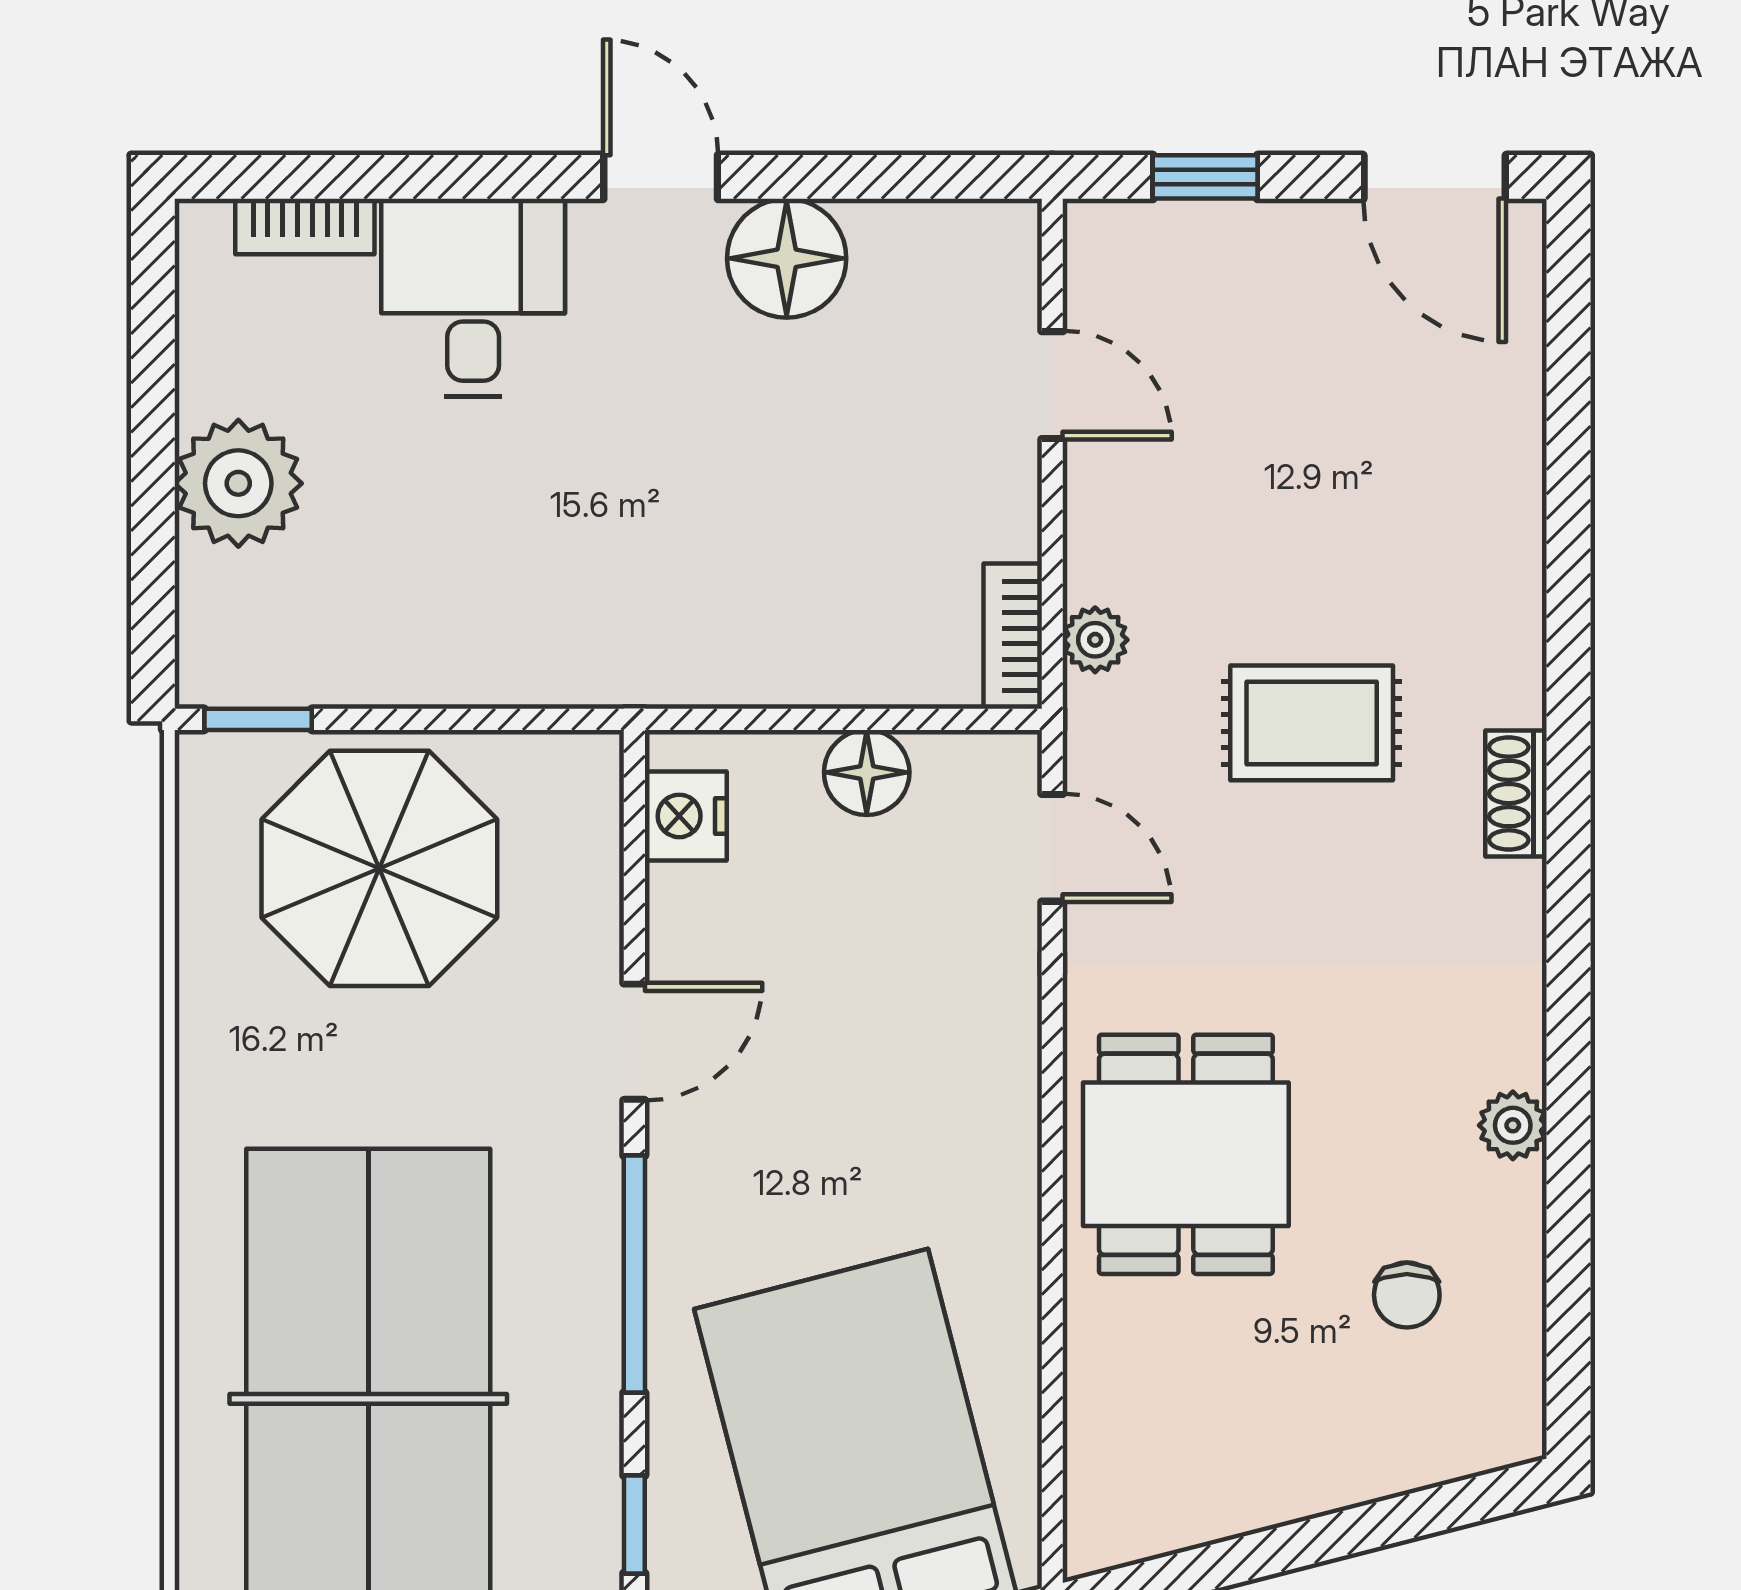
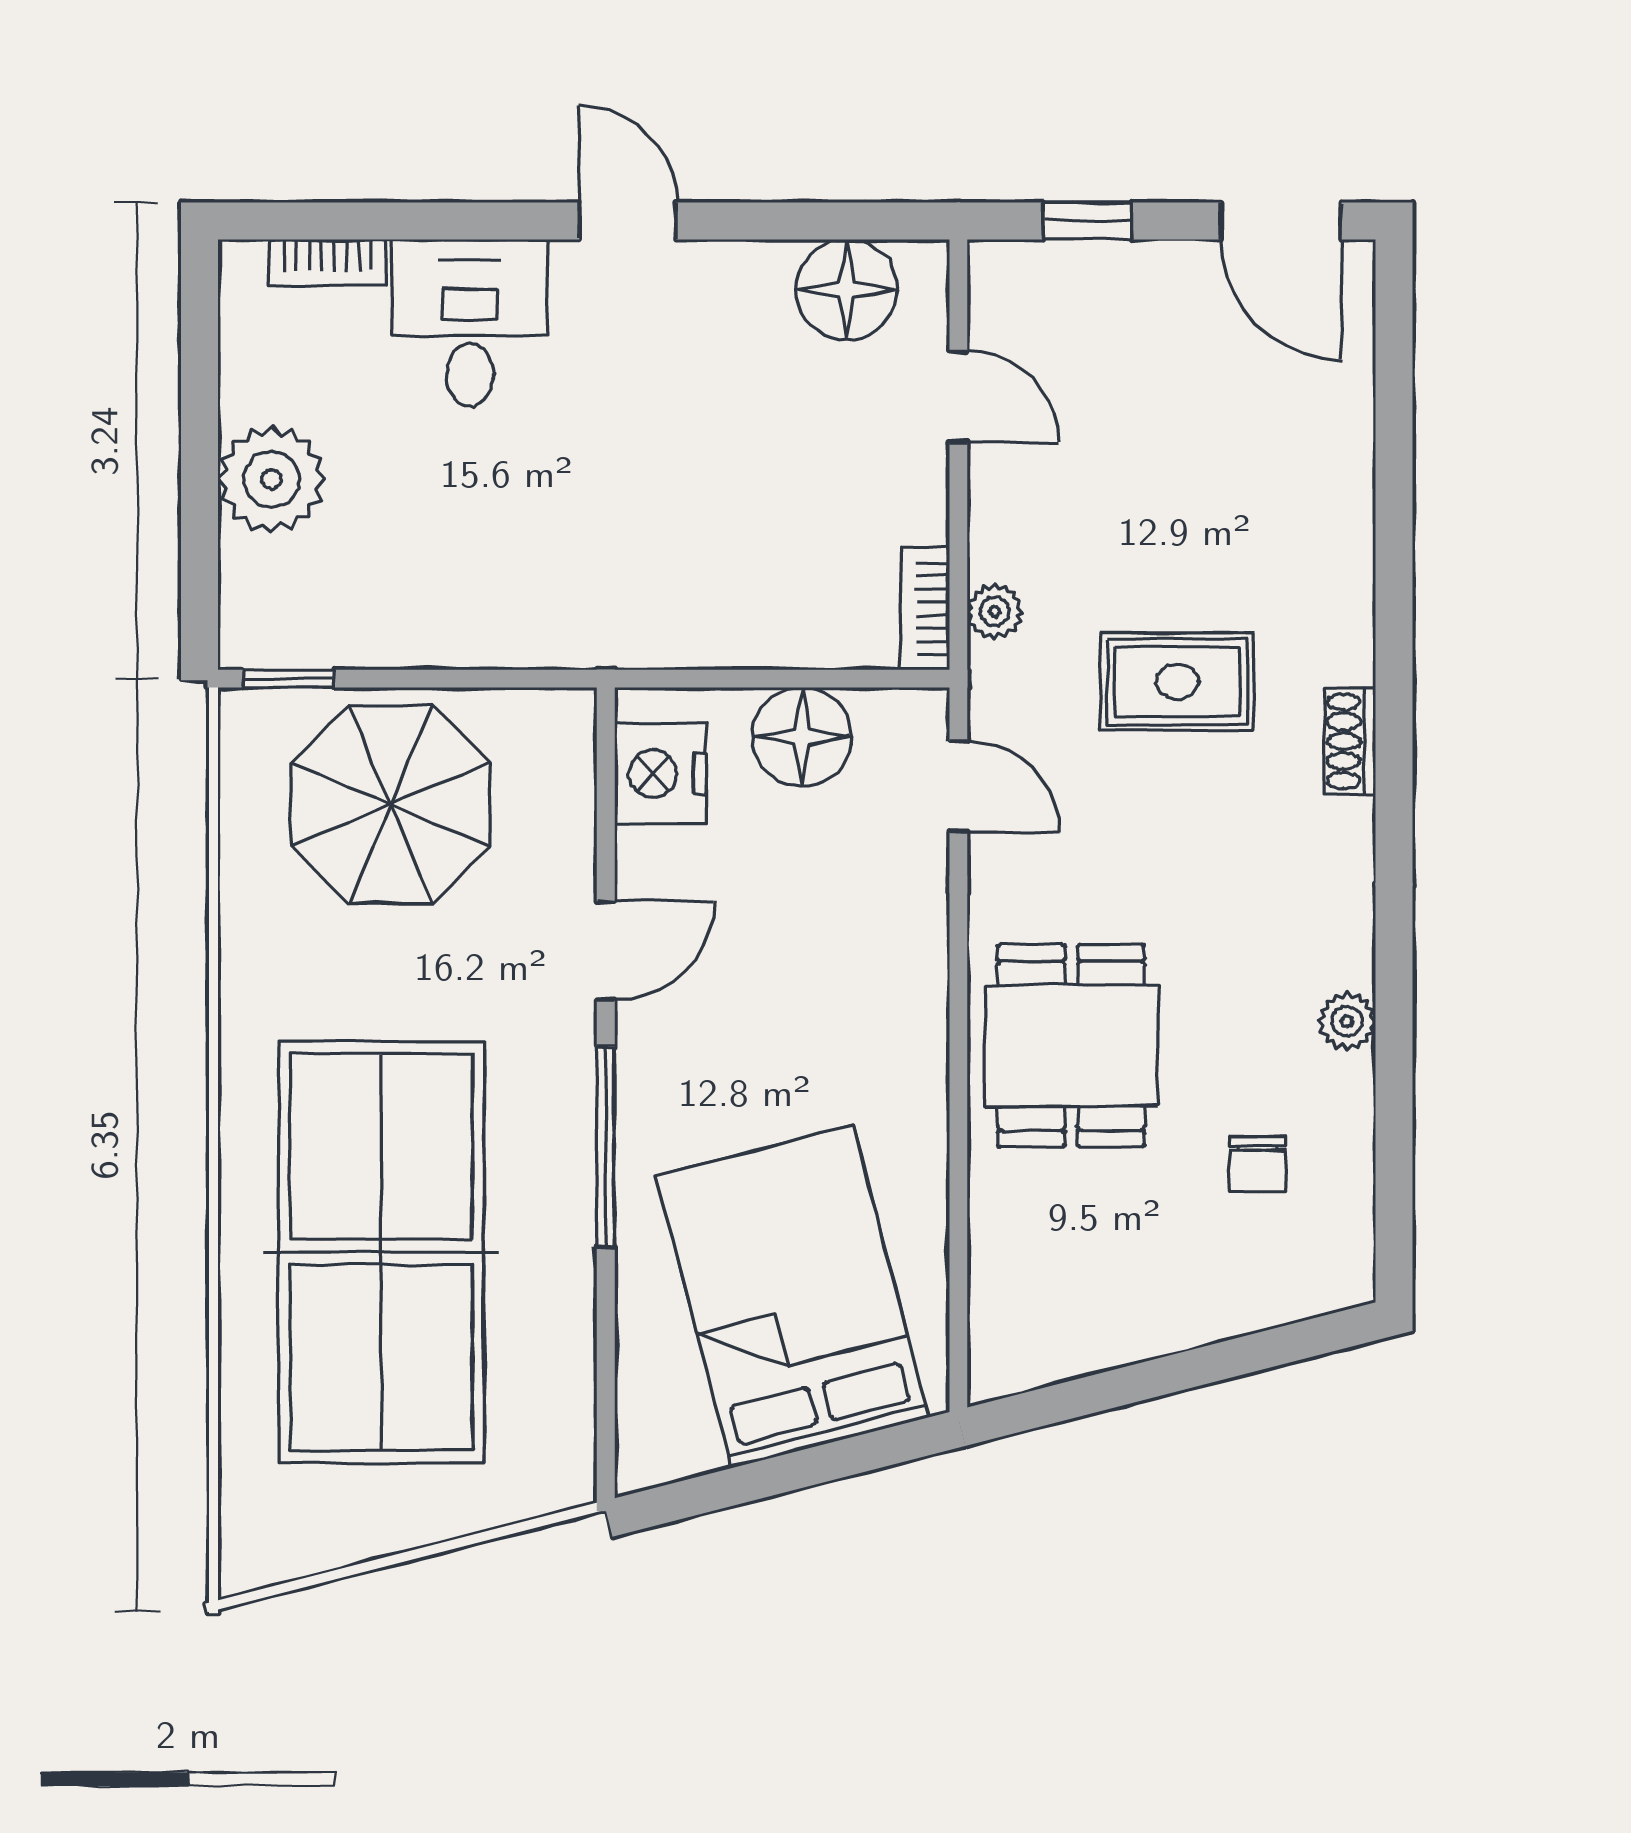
floor lamp: (787, 258) -> (847, 290), moved
floor lamp: (867, 772) -> (802, 737), width x1.38, depth x1.38
nightstand: (686, 816) -> (660, 774), width x1.36, depth x1.33
window: (634, 1524) -> (606, 1358), removed

